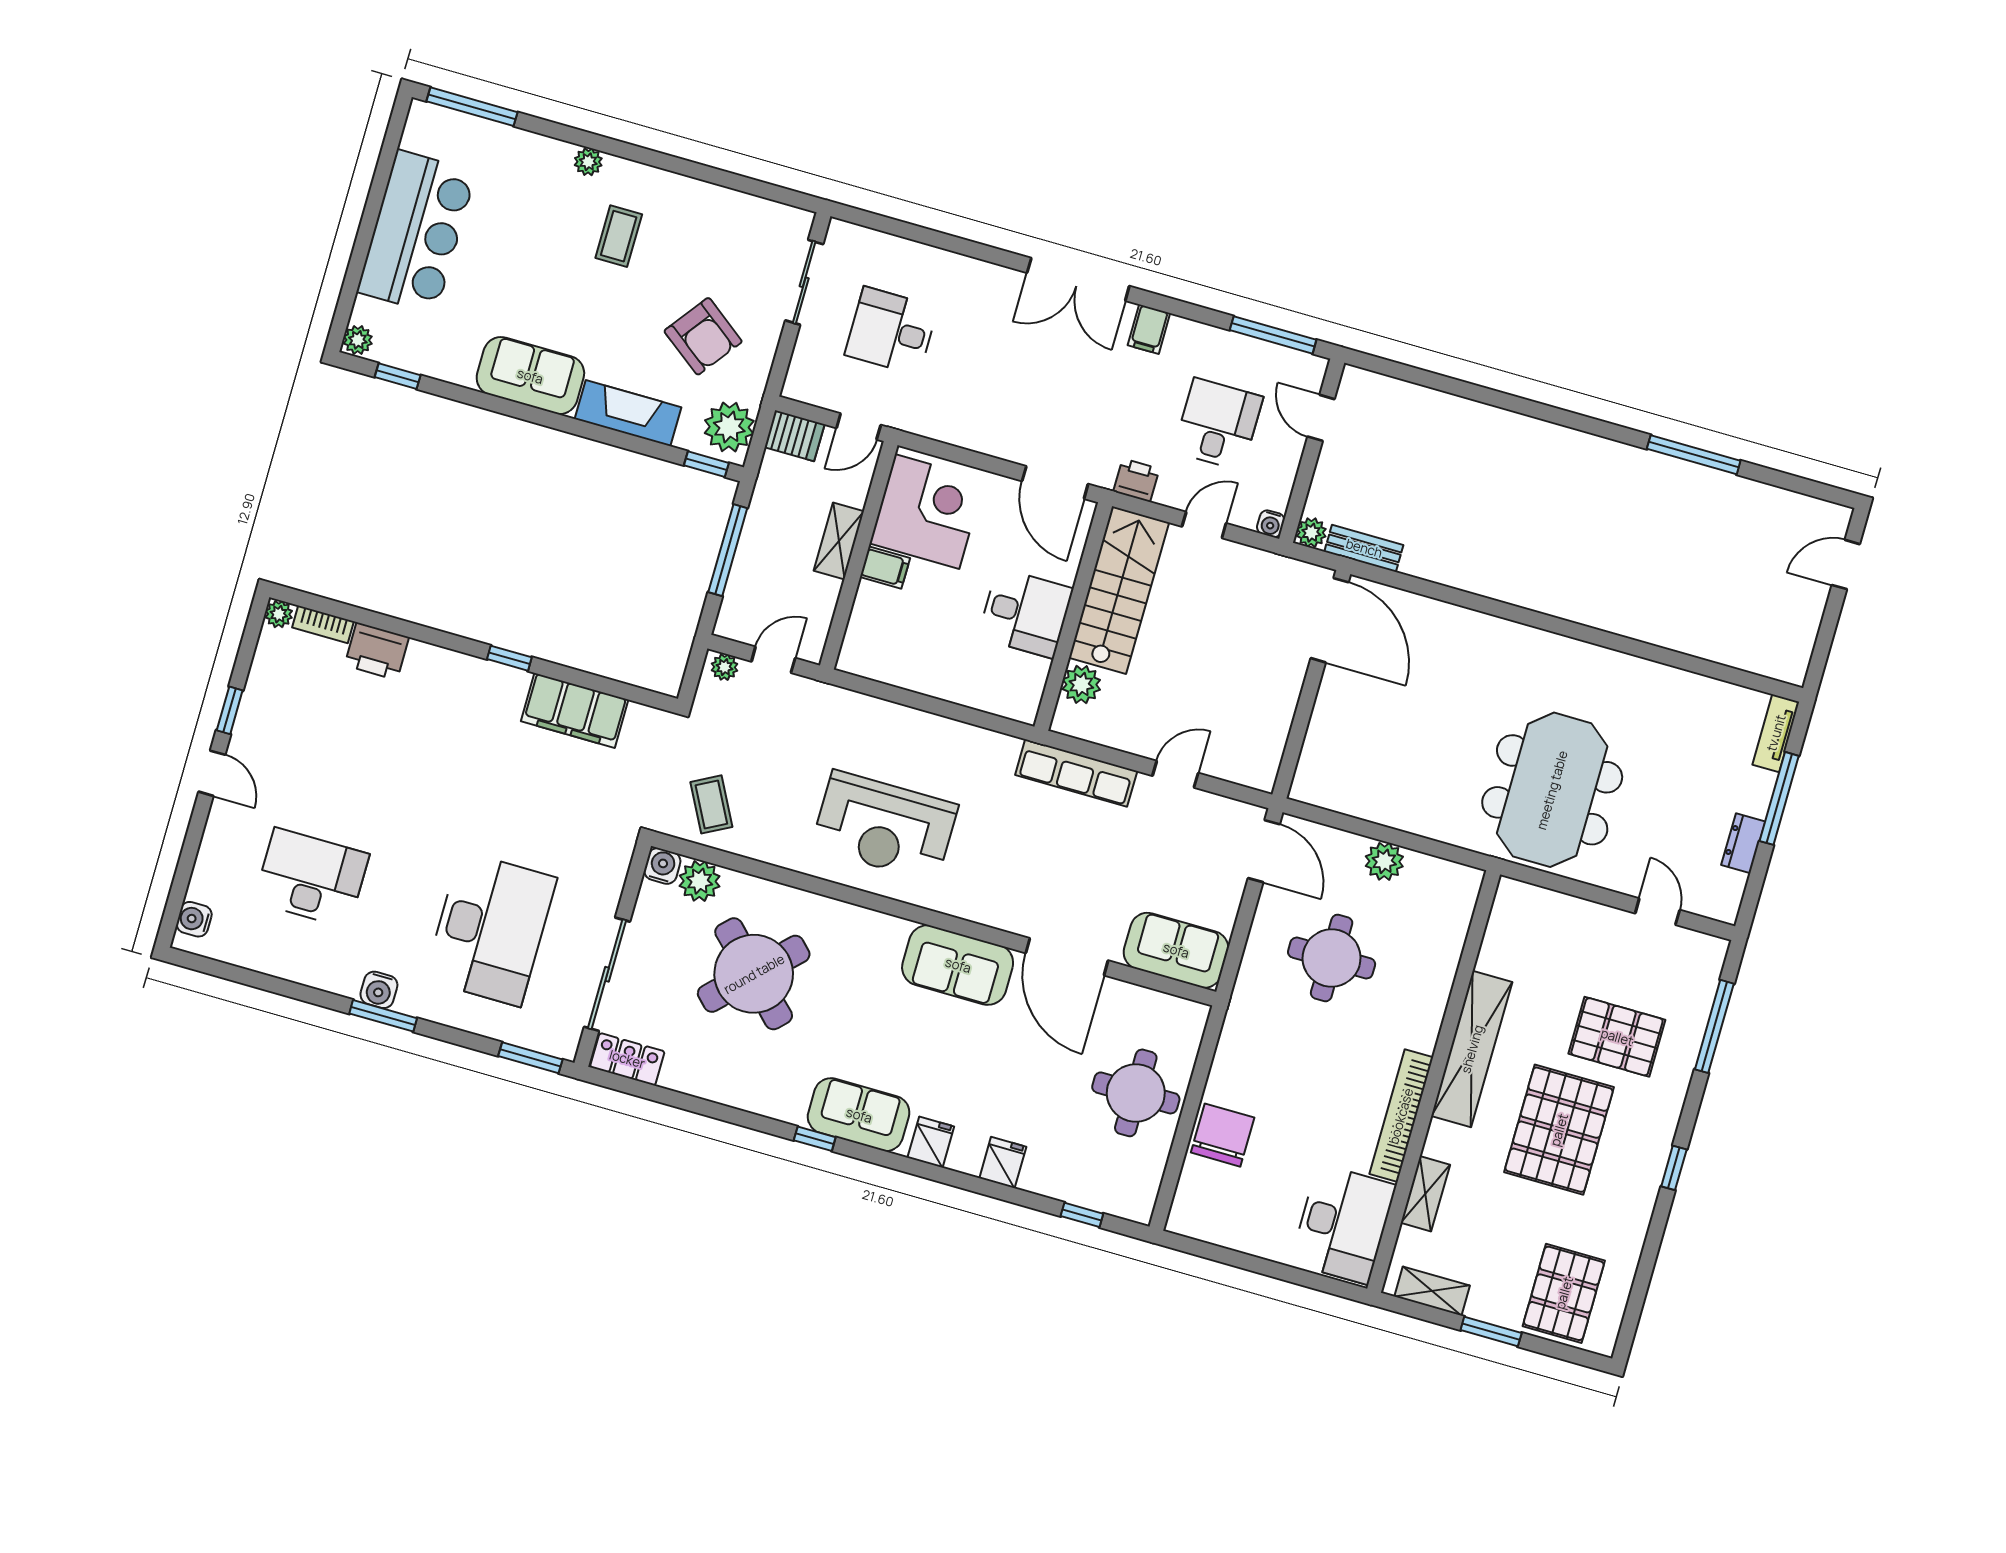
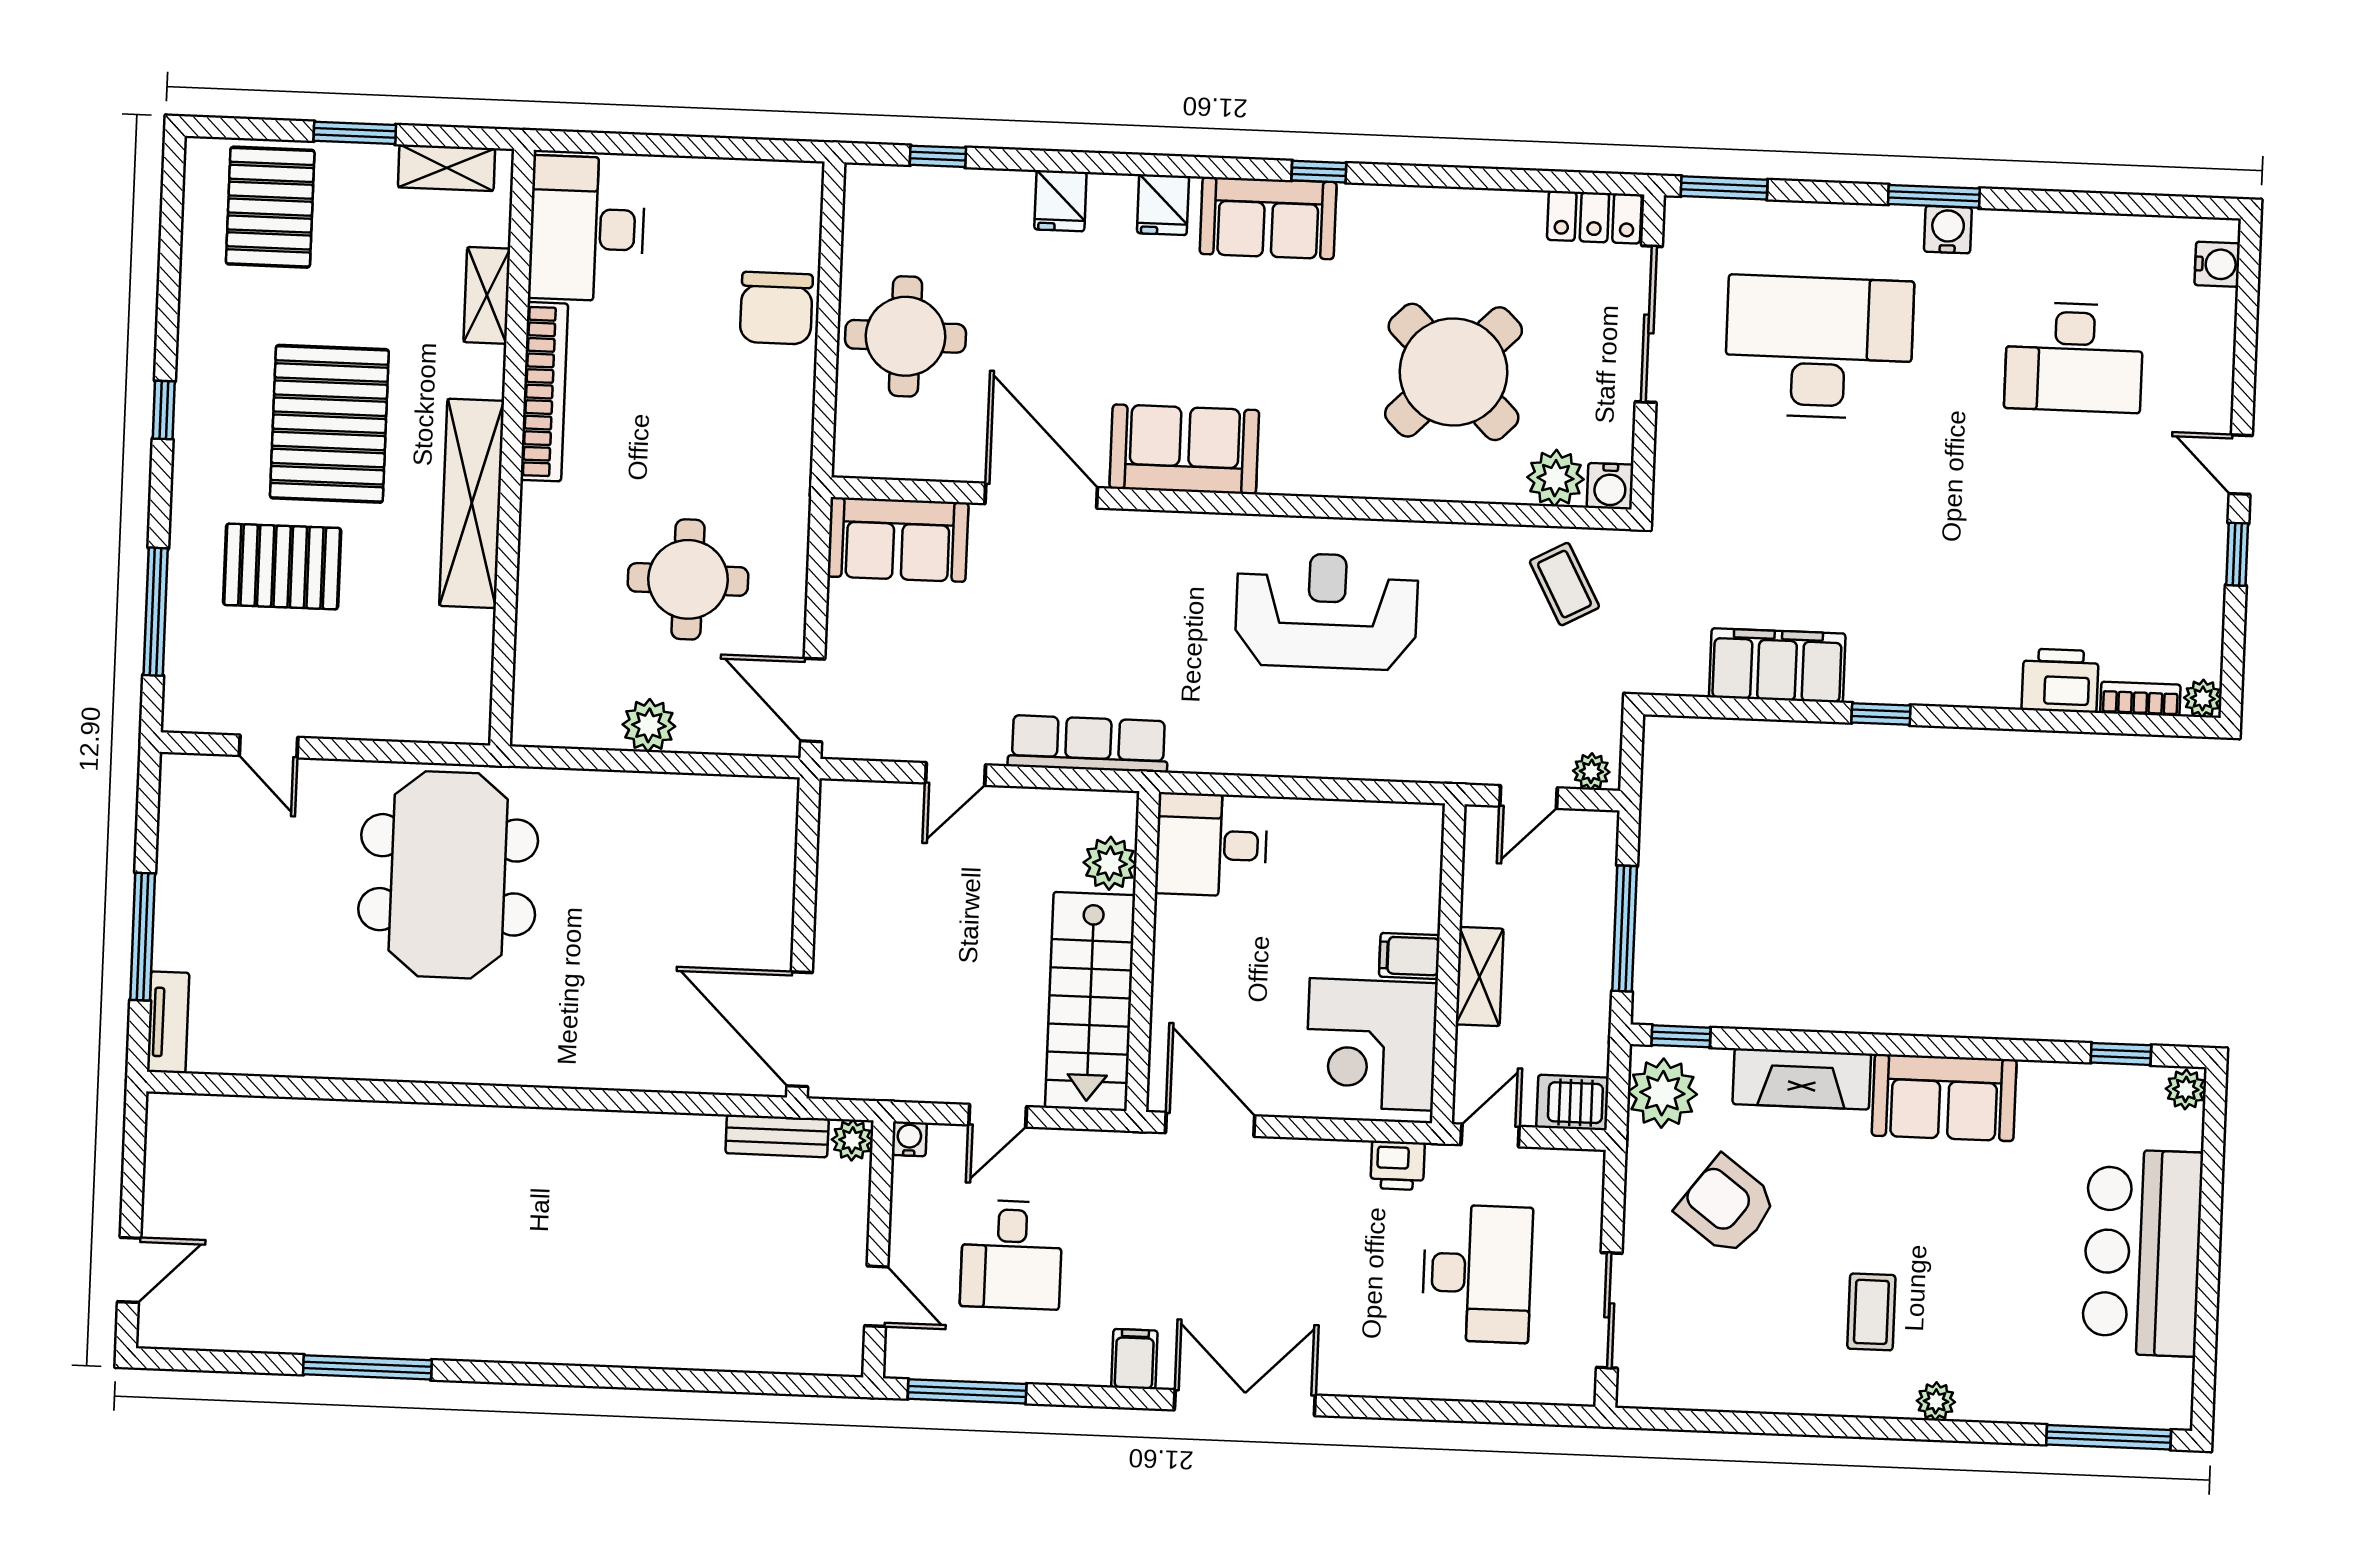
desk: (891, 331) -> (1477, 1273), width x1.37
printer: (1136, 480) -> (1397, 1165), moved
desk: (1025, 613) -> (1211, 845), moved
dresser: (1743, 843) -> (176, 865), removed
desk: (490, 929) -> (1819, 347), turned 90

